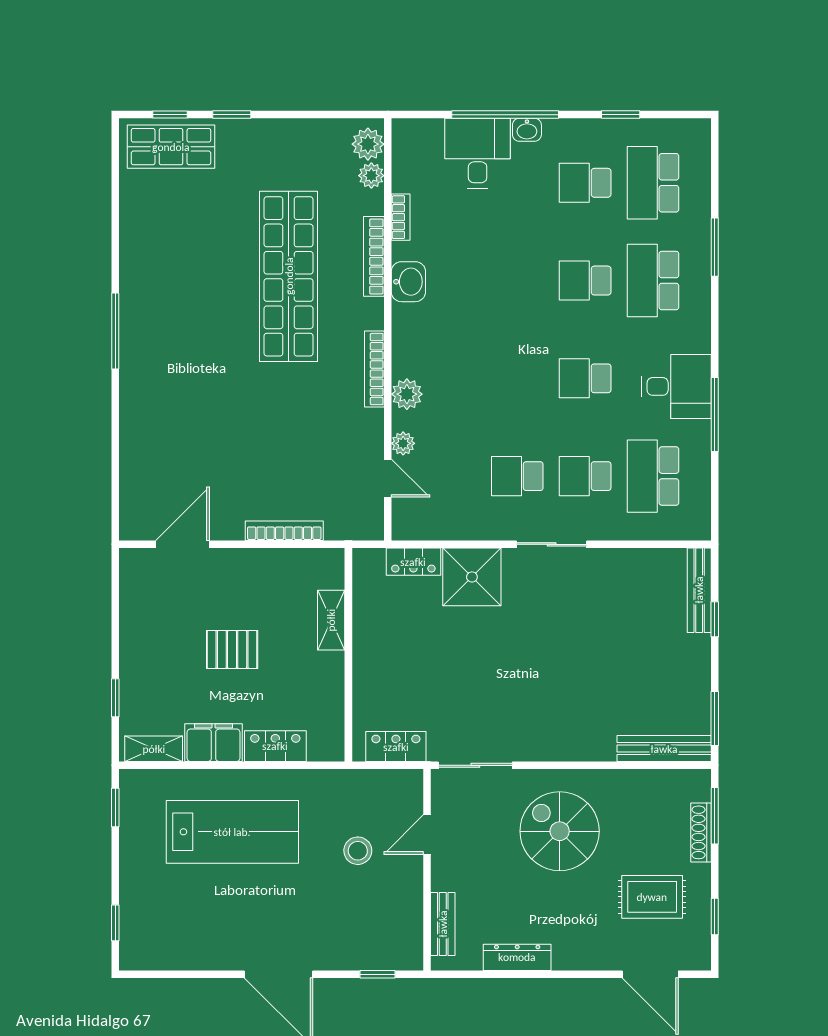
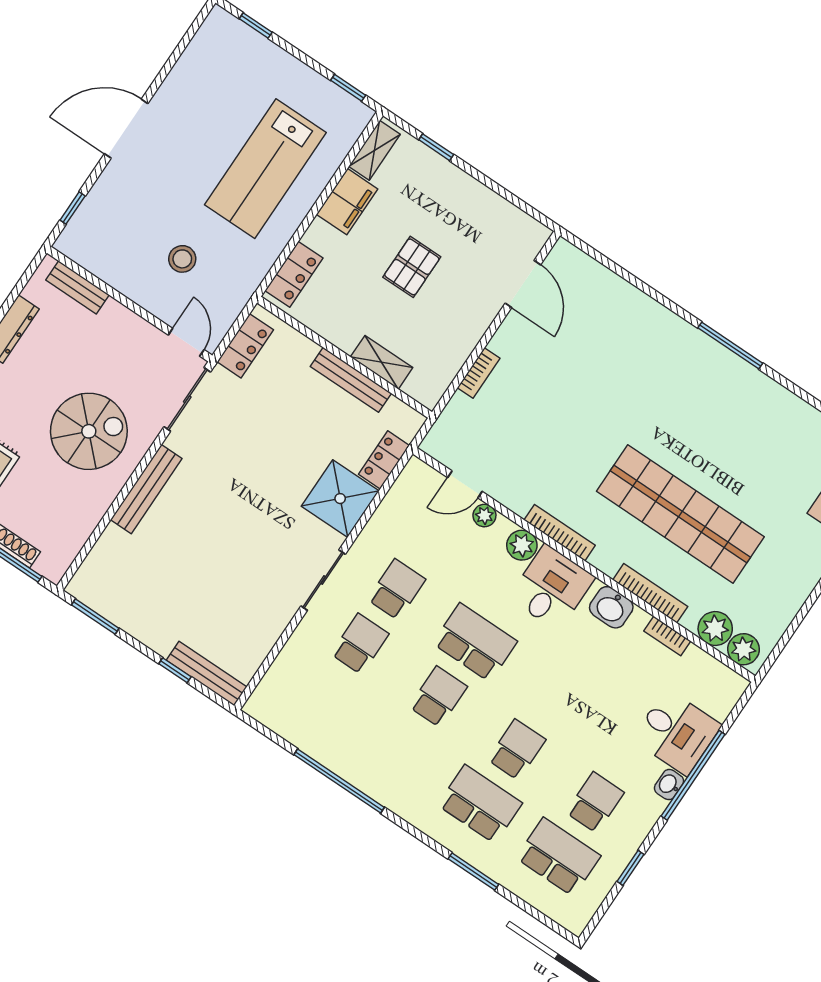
plant: (371, 176) -> (715, 629), width x1.38, depth x1.38
desk: (676, 386) -> (552, 588), moved, turned 180
window: (715, 415) -> (339, 781), width x1.46
school desk: (653, 476) -> (475, 642), moved
bookcase: (284, 531) -> (479, 373), width x0.64
bench: (364, 636) -> (351, 380), added
locker: (275, 746) -> (294, 274), moved
bench: (664, 749) -> (146, 489), moved
door: (427, 834) -> (186, 342), moved

